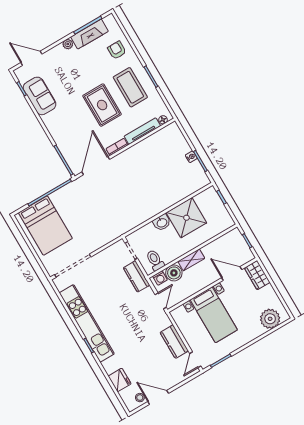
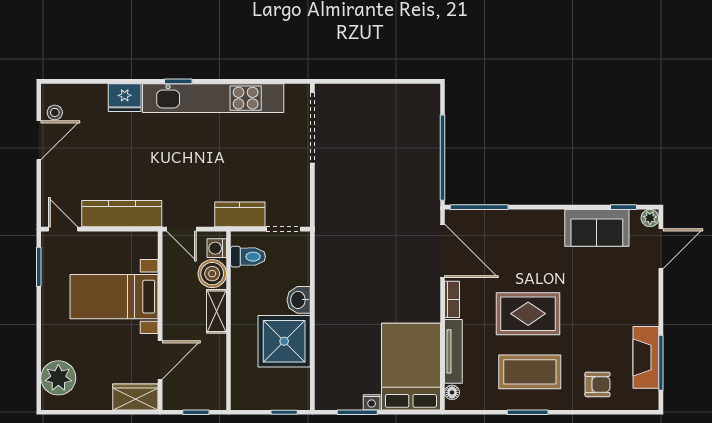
plant: (68, 44) -> (650, 218), moved
bed: (45, 226) -> (411, 367), moved, turned 90
kitchen counter: (174, 342) -> (122, 214), width x1.50
fridge: (120, 380) -> (125, 98), moved

